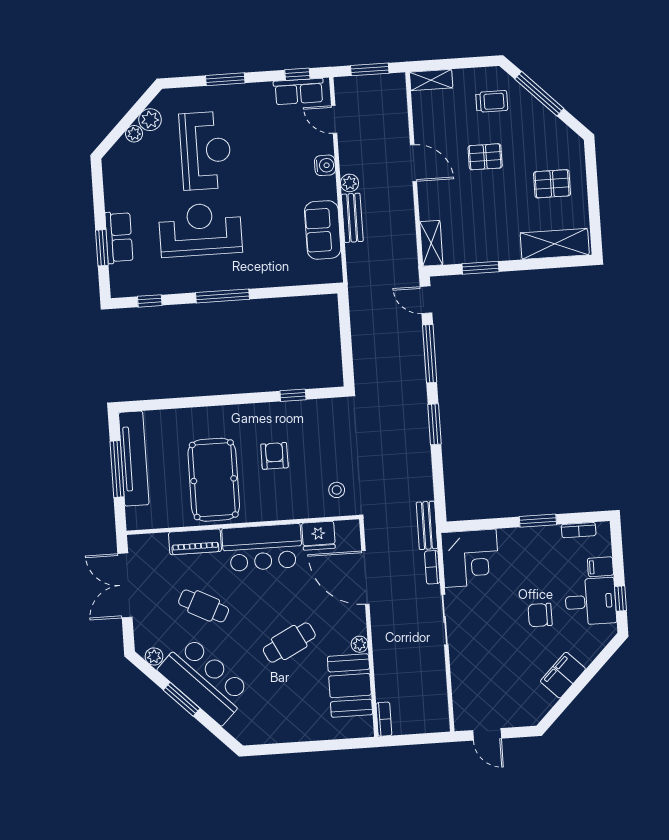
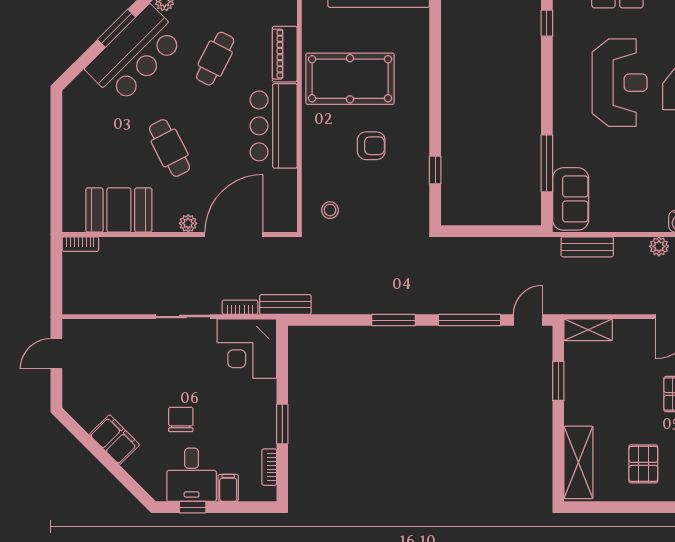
bench: (352, 218) -> (587, 247), moved
sofa: (323, 230) -> (571, 199), moved, turned 90
window: (223, 296) -> (547, 163), moved
fridge: (318, 536) -> (282, 187), removed
plant: (360, 644) -> (188, 223), moved

